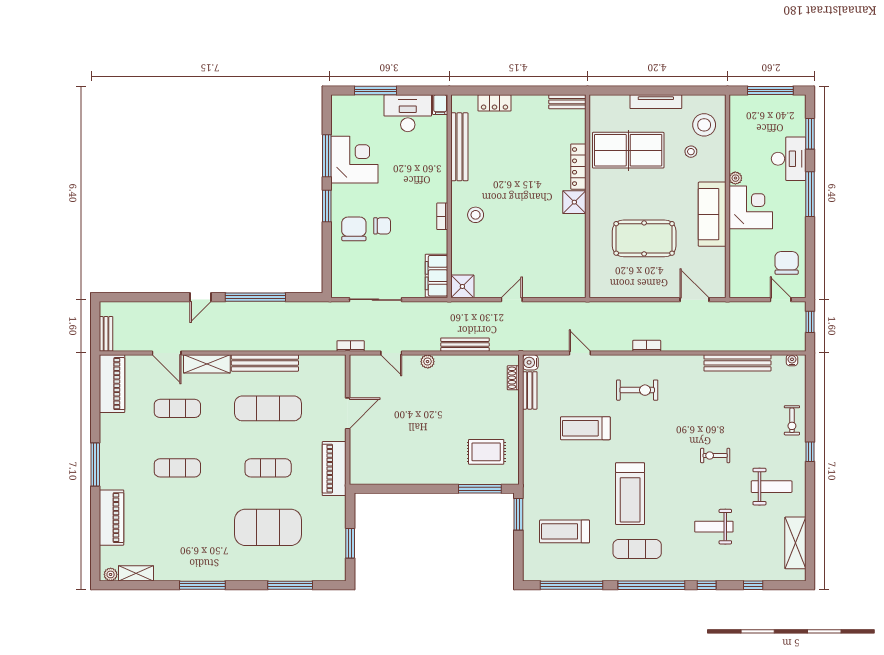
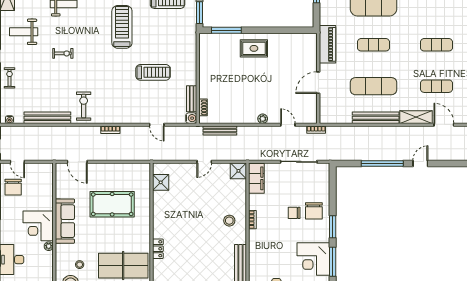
locker: (578, 167) -> (158, 249), width x0.66
shower: (574, 202) -> (161, 182), moved
bench: (465, 345) -> (220, 131), moved
exercise bike: (637, 390) -> (84, 106), moved, turned 90
rug: (486, 452) -> (254, 48), moved

